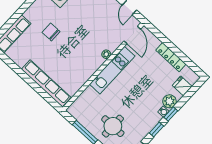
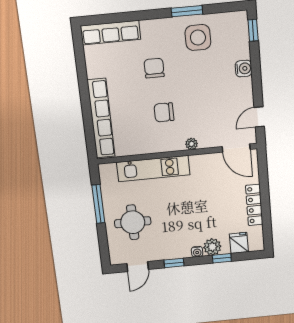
door: (132, 35) -> (236, 148), hinge flipped
chair: (77, 50) -> (164, 112), added
kitchen unit: (112, 70) -> (153, 168), moved
window: (171, 114) -> (222, 258), moved

